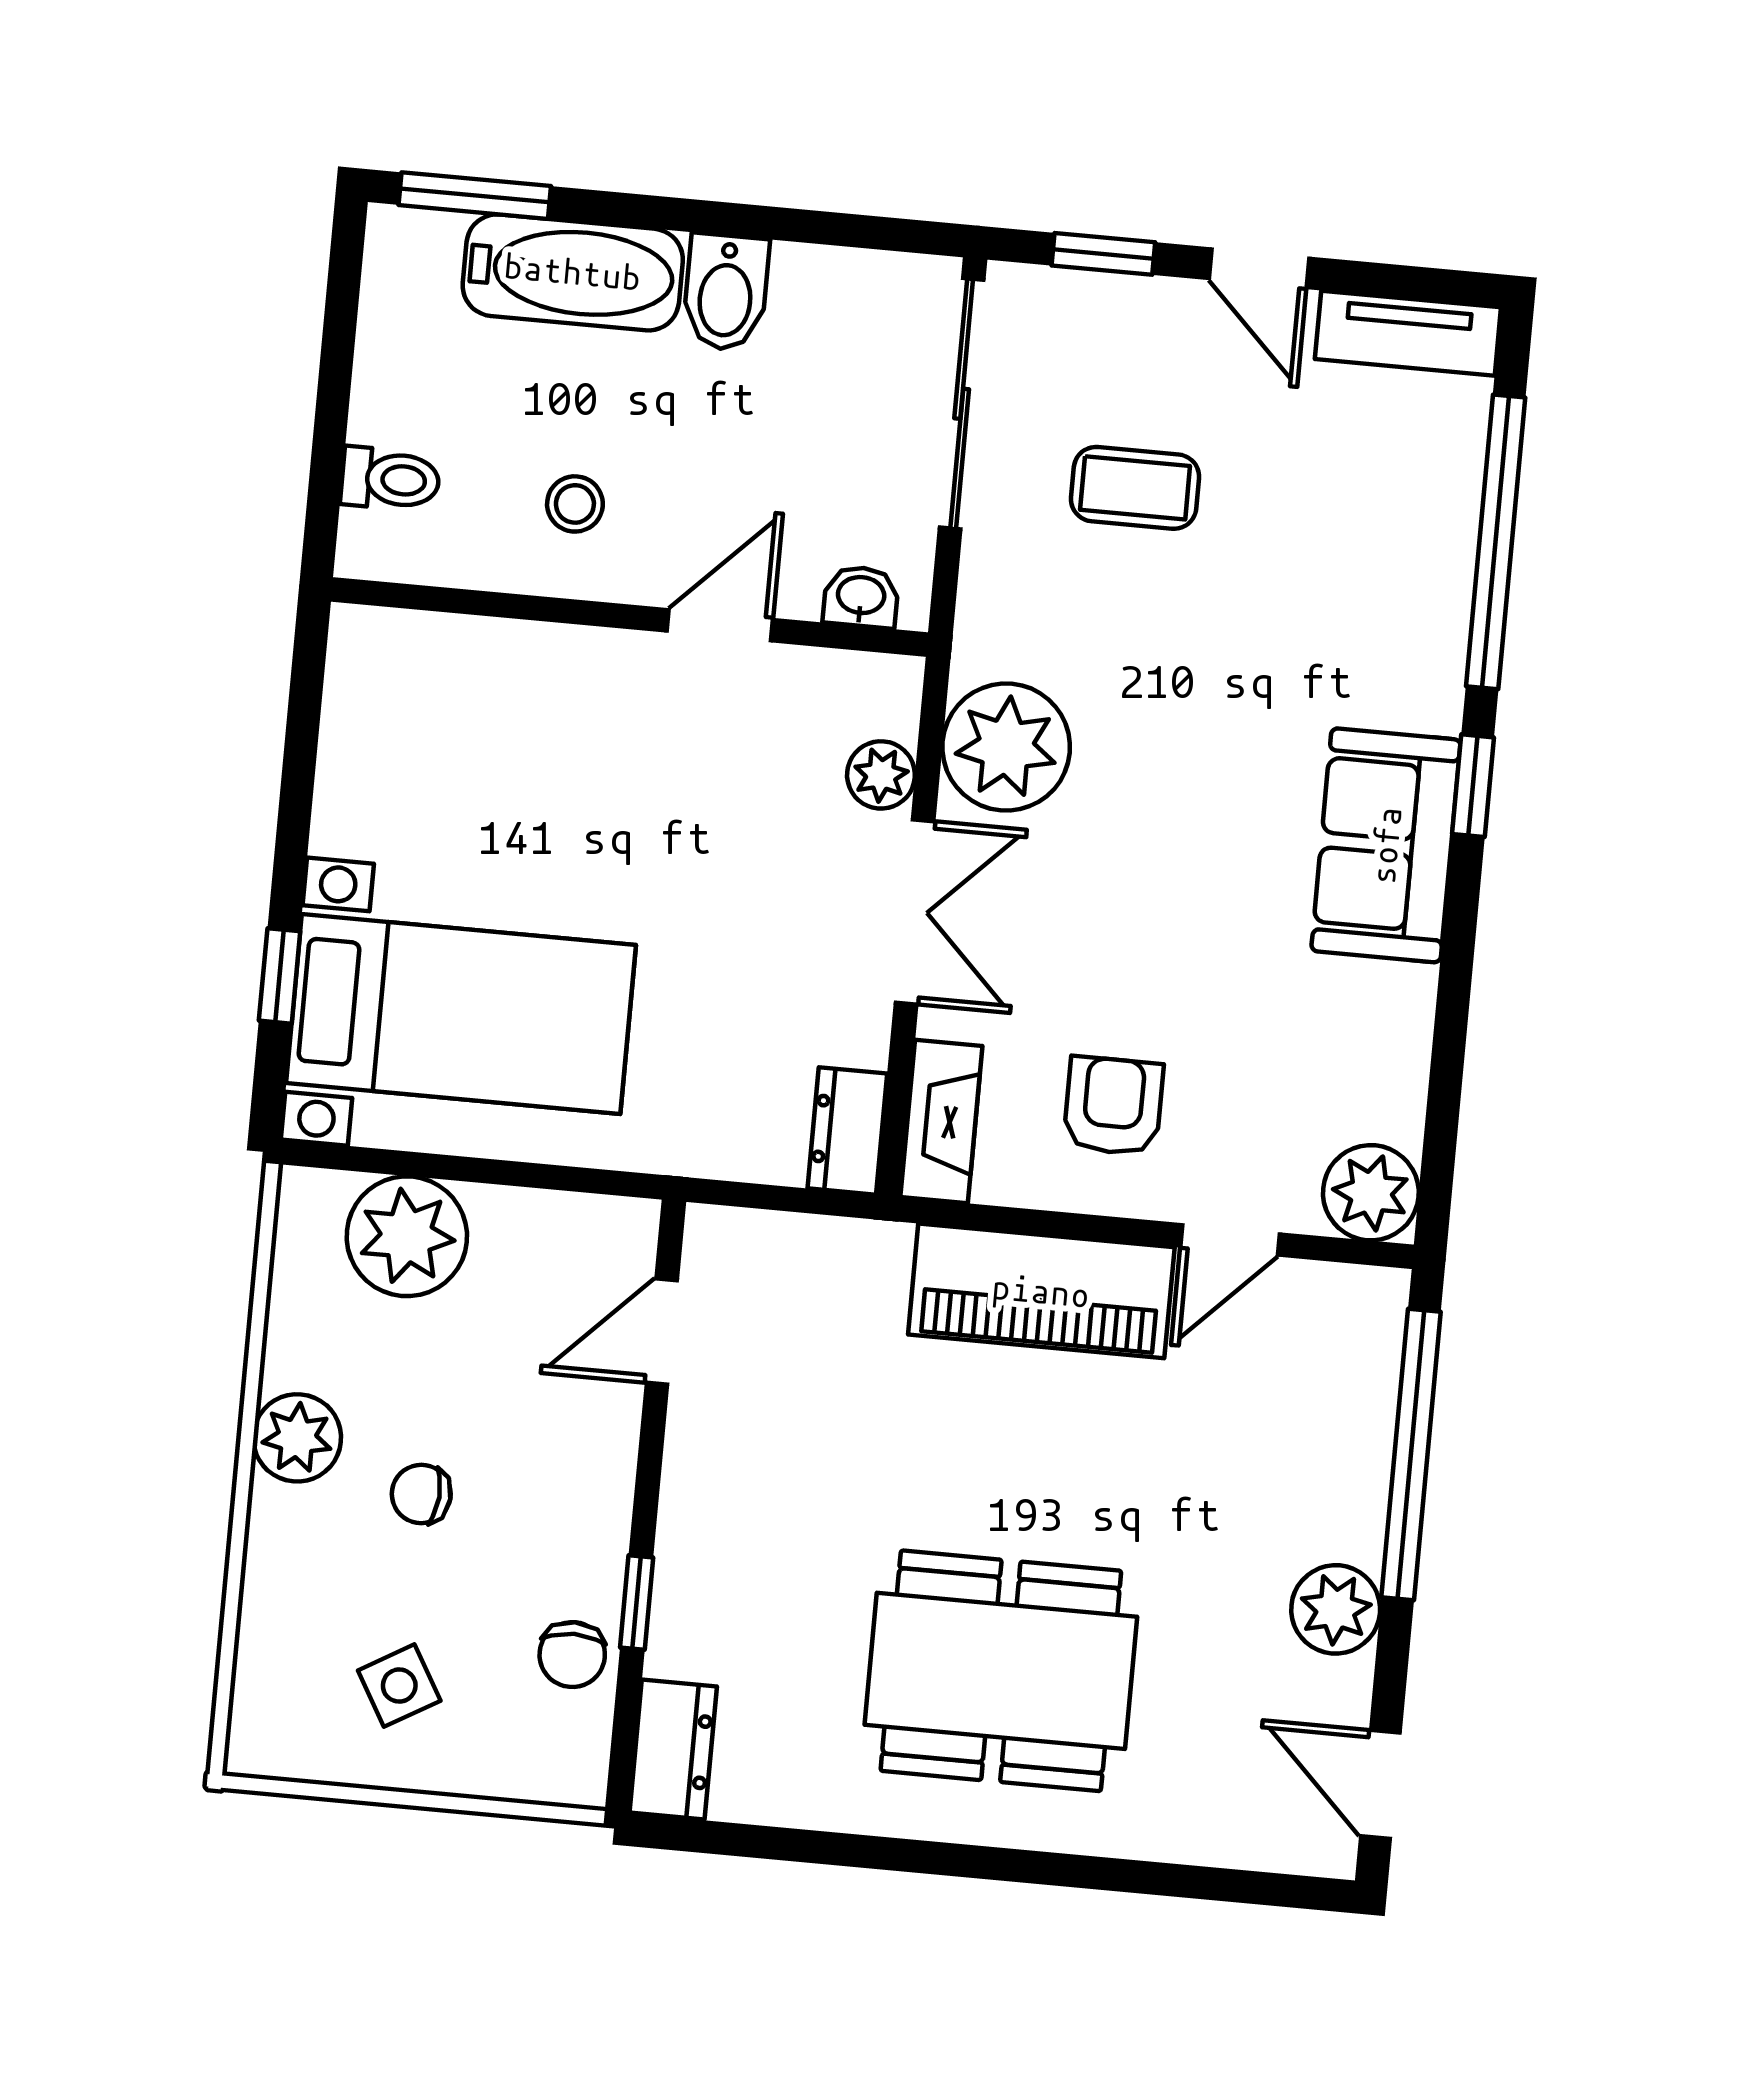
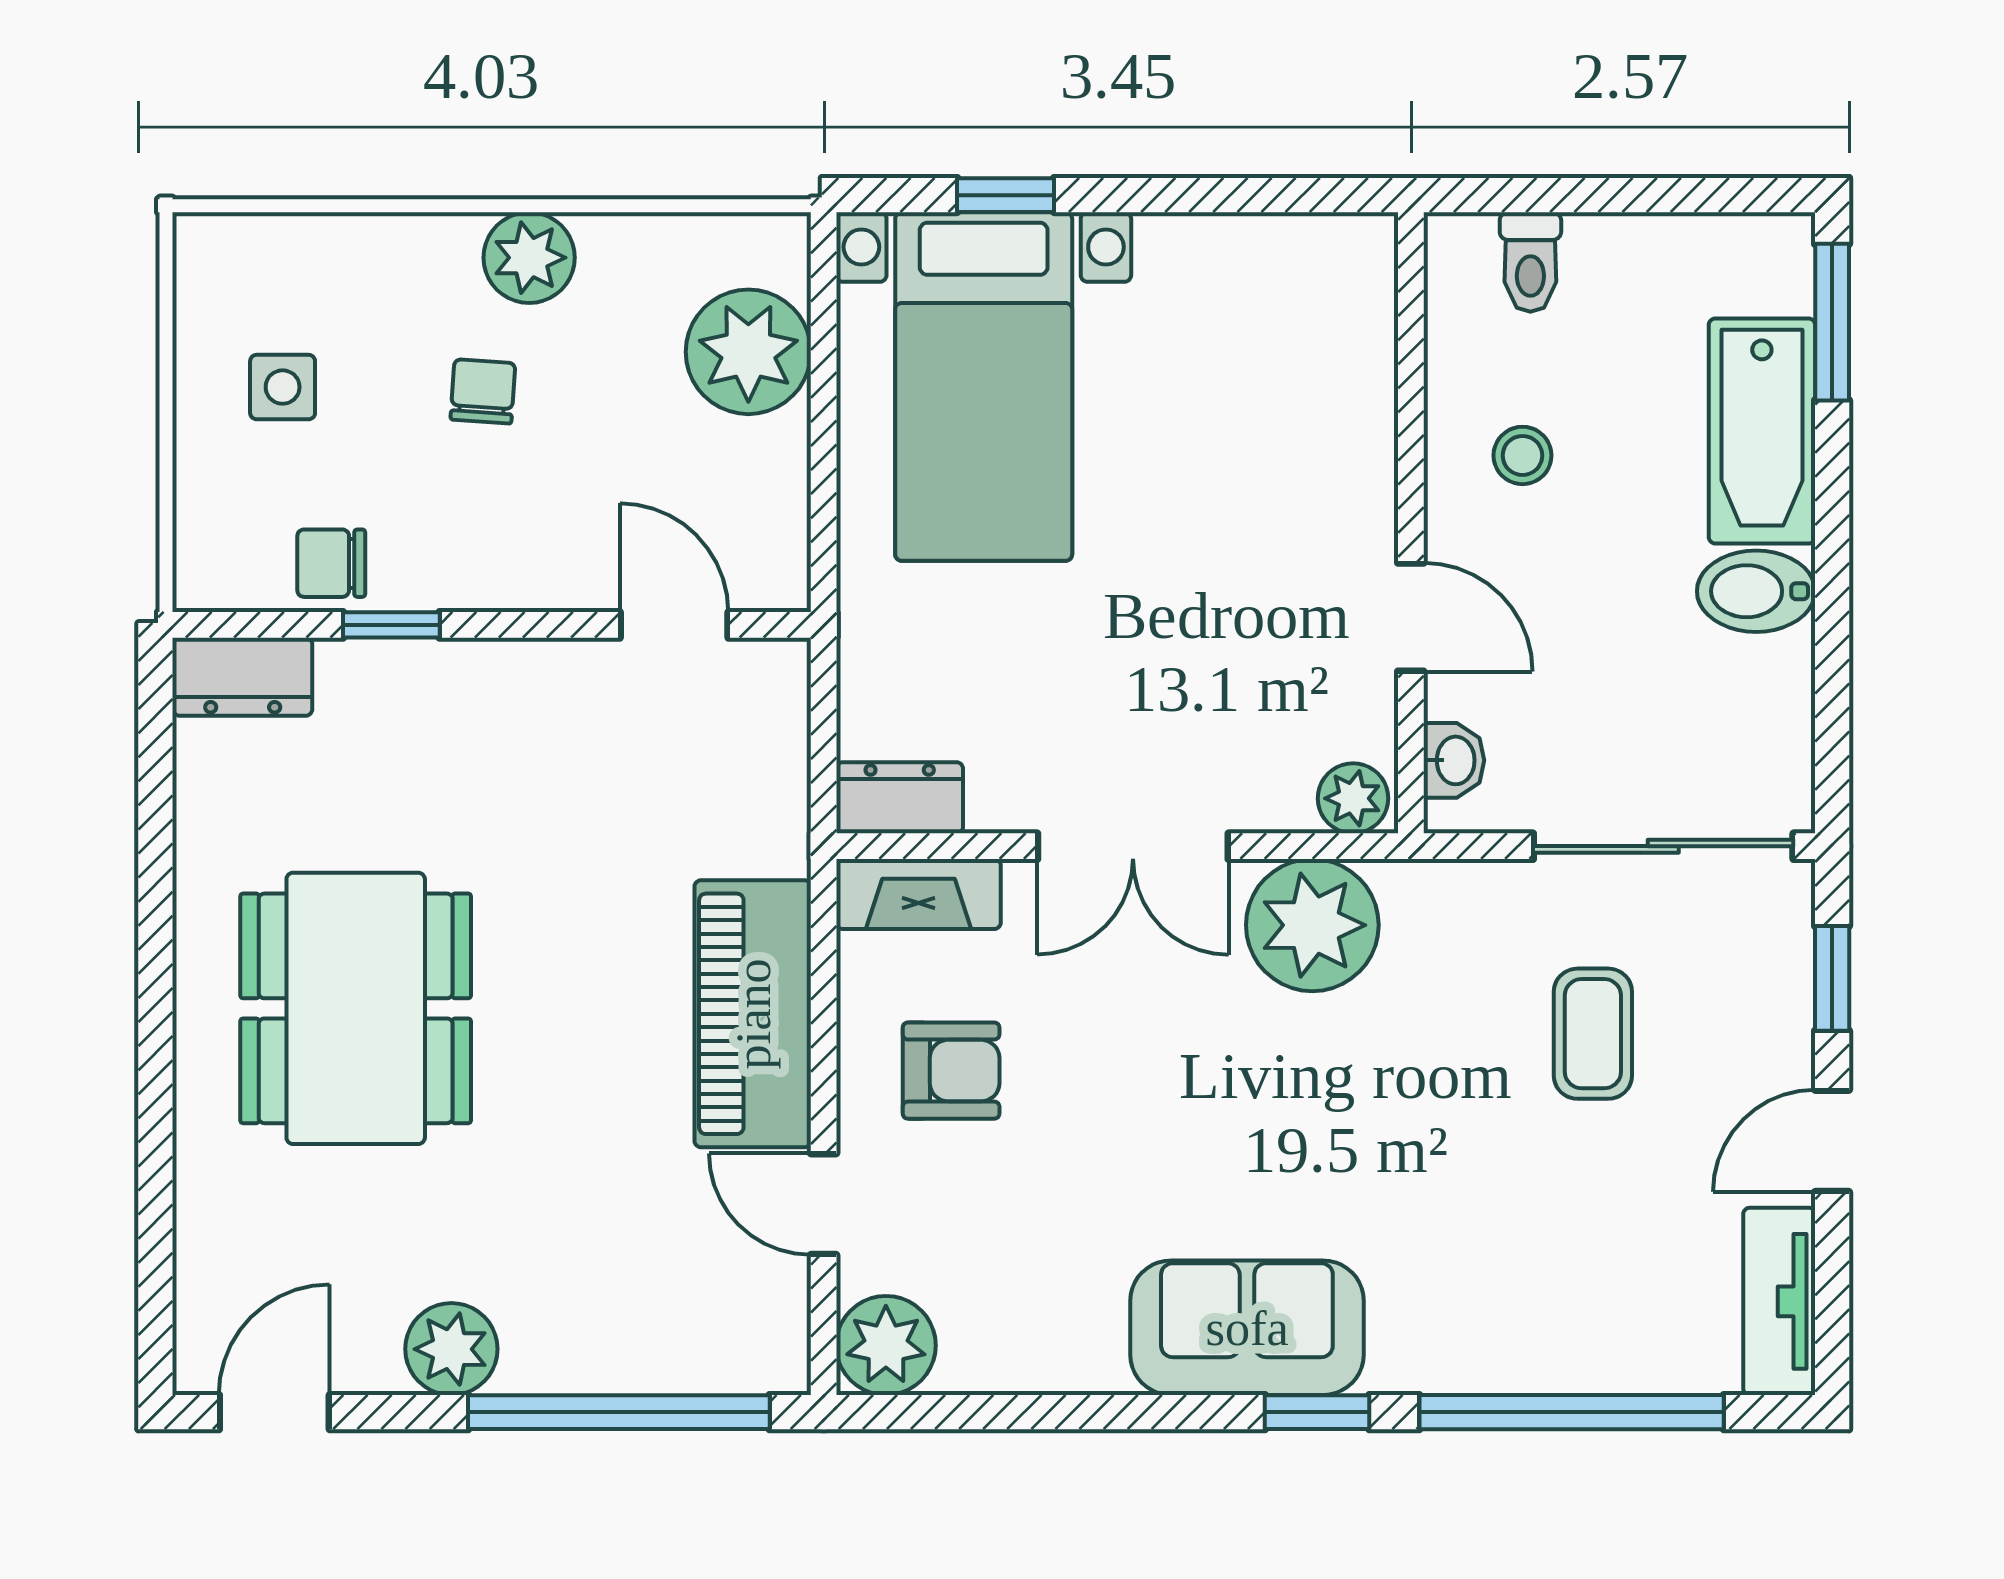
plant: (881, 775) -> (1353, 798), moved
side table: (399, 1686) -> (283, 387), turned 30

